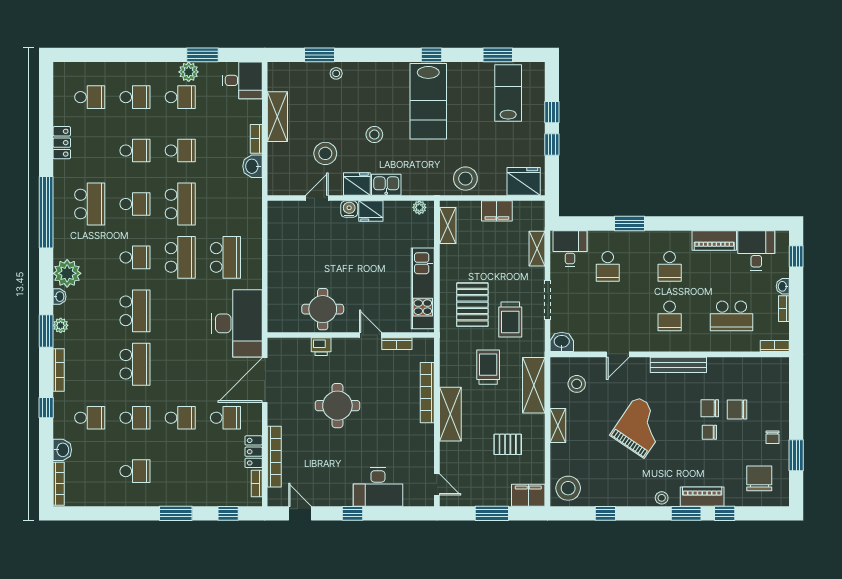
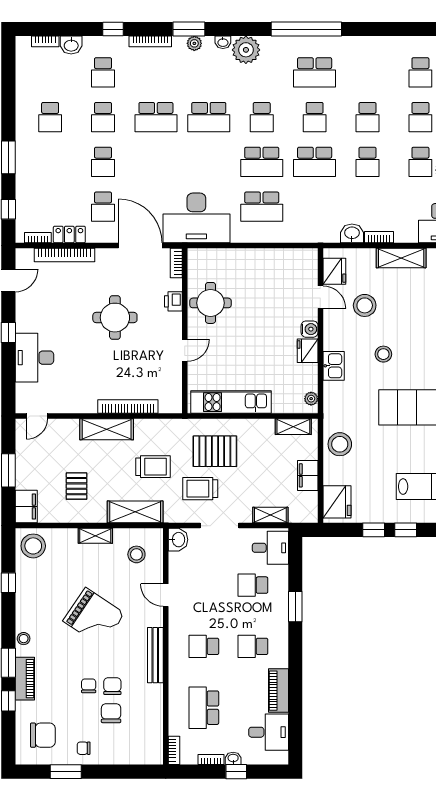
locker: (62, 143) -> (375, 45), removed
fridge: (357, 184) -> (334, 271), moved
window: (796, 256) -> (236, 772), moved
bookcase: (397, 344) -> (176, 263), moved
bookcase: (59, 484) -> (45, 41), width x0.64

